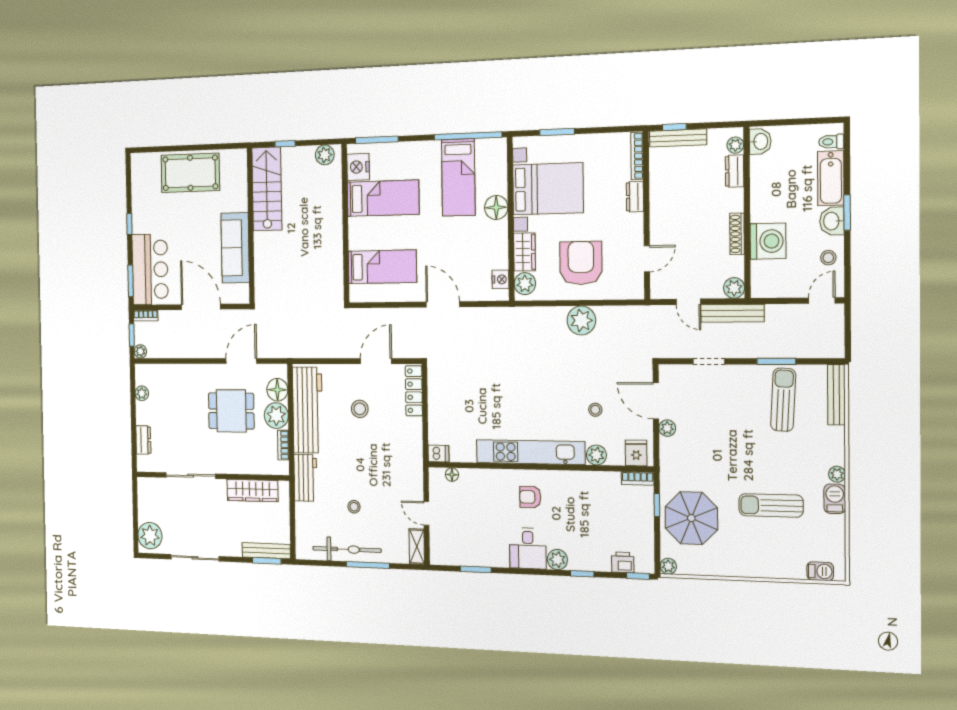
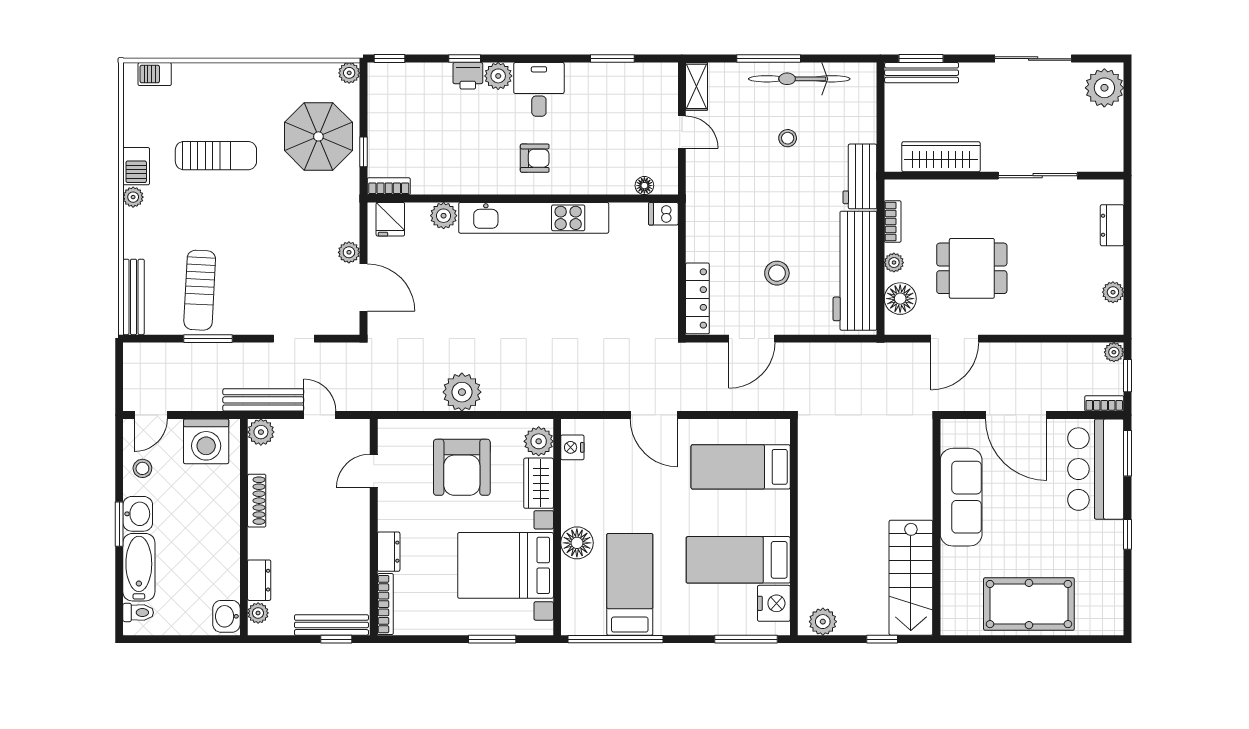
washing machine: (768, 241) -> (206, 441), moved, turned -90
stool: (595, 410) -> (444, 275), removed
plant: (276, 416) -> (894, 263), width x0.53, depth x0.53
printer: (623, 562) -> (468, 76), moved

